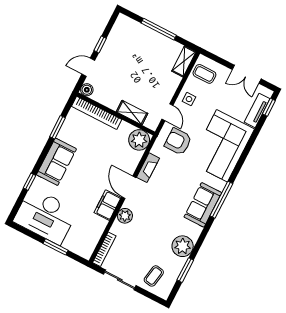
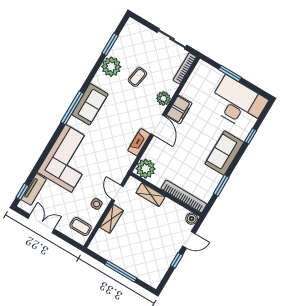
shelving: (184, 61) -> (111, 219), moved
armchair: (178, 142) -> (109, 165), removed
coffee table: (154, 276) -> (137, 77), moved

